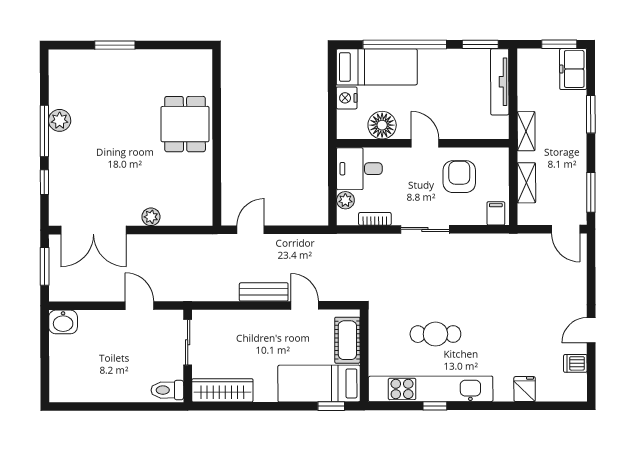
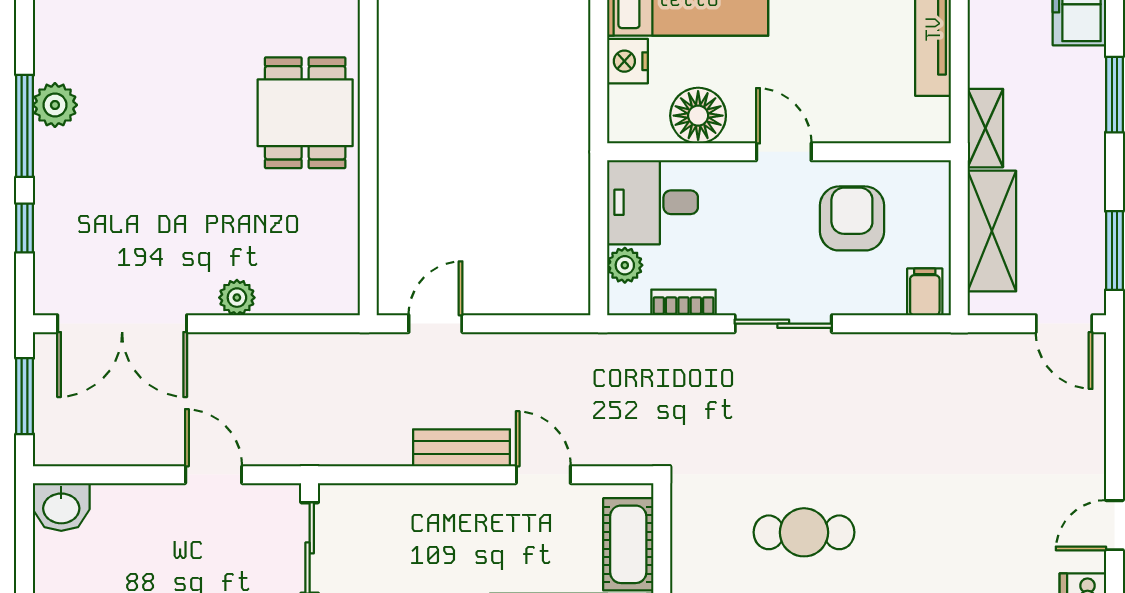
shelving: (526, 183) -> (992, 231), width x1.50, depth x1.33

